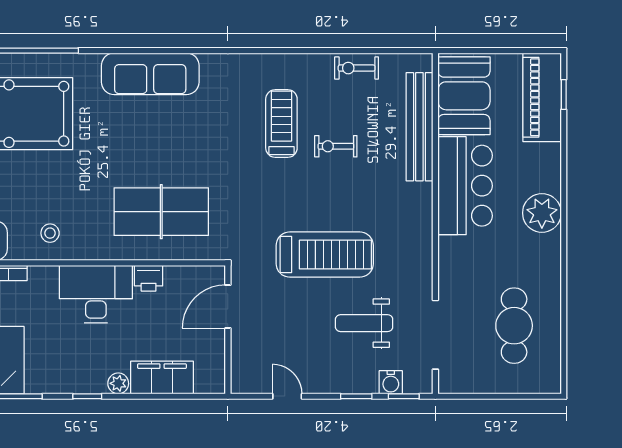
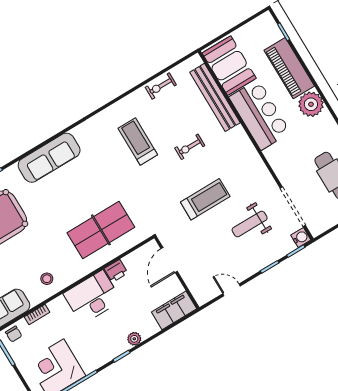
piano: (542, 97) -> (289, 68), moved
exercise bike: (336, 146) -> (190, 147), moved
treadmill: (325, 255) -> (205, 199), width x0.73, depth x0.73
filing cabinet: (162, 377) -> (174, 310), moved
water cooler: (391, 382) -> (301, 237), moved, turned -90

